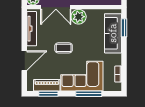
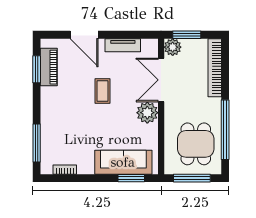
tv unit: (32, 29) -> (123, 45), width x0.71
corner sofa: (82, 76) -> (62, 117), removed
window: (89, 94) -> (37, 143), moved

